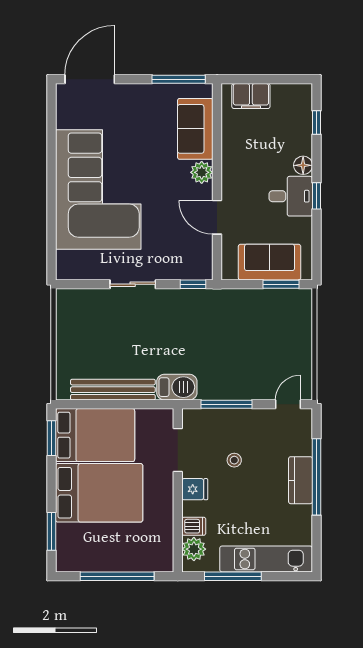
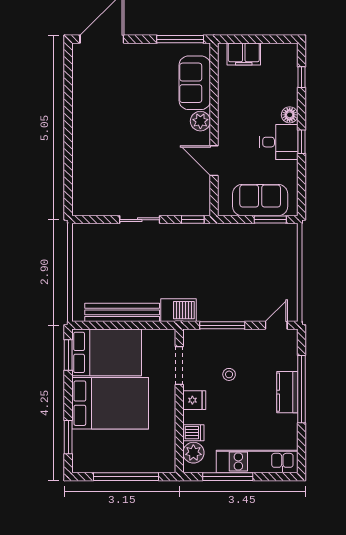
corner sofa: (98, 190) -> (109, 136), removed

